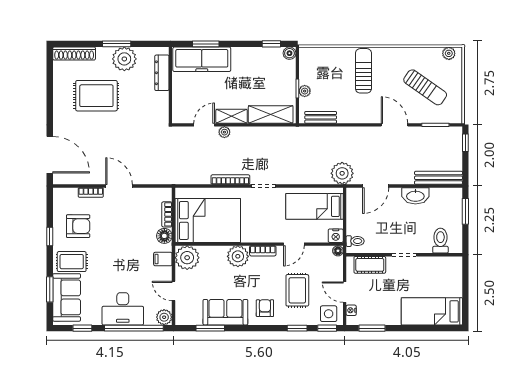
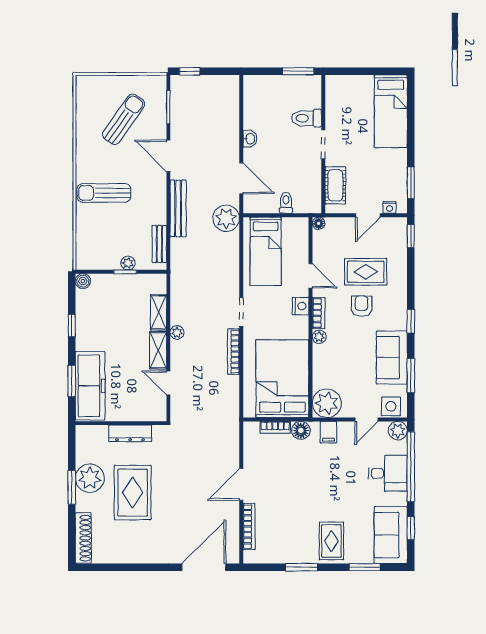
window: (271, 44) -> (72, 325), moved
plant: (449, 53) -> (83, 91), removed
dresser: (162, 73) -> (130, 433), moved
rug: (96, 96) -> (133, 493), moved
shelving: (271, 114) -> (159, 312), width x0.67, depth x0.75
door: (394, 125) -> (168, 156), hinge flipped
plant: (224, 132) -> (177, 333), moved
bench: (439, 178) -> (178, 208), moved
bookcase: (91, 192) -> (249, 527), width x1.56
washbasin: (415, 196) -> (250, 139), width x0.52, depth x0.69
window: (465, 211) -> (298, 71), moved
armchair: (78, 226) -> (289, 533), removed
window: (50, 236) -> (301, 567), width x1.50
nightstand: (336, 236) -> (301, 306), moved
toilet: (355, 241) -> (286, 203), moved
toilet: (440, 241) -> (306, 118), moved
plant: (238, 256) -> (319, 337), width x0.53, depth x0.53
sofa: (67, 297) -> (391, 535), moved, turned -90
armchair: (265, 308) -> (362, 306), moved, turned 90
desk: (123, 309) -> (388, 473), width x0.73
side table: (329, 314) -> (391, 406), moved
window: (297, 328) -> (411, 321), moved

